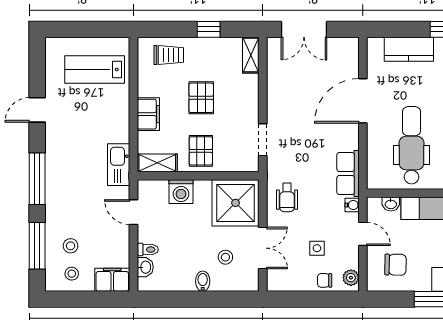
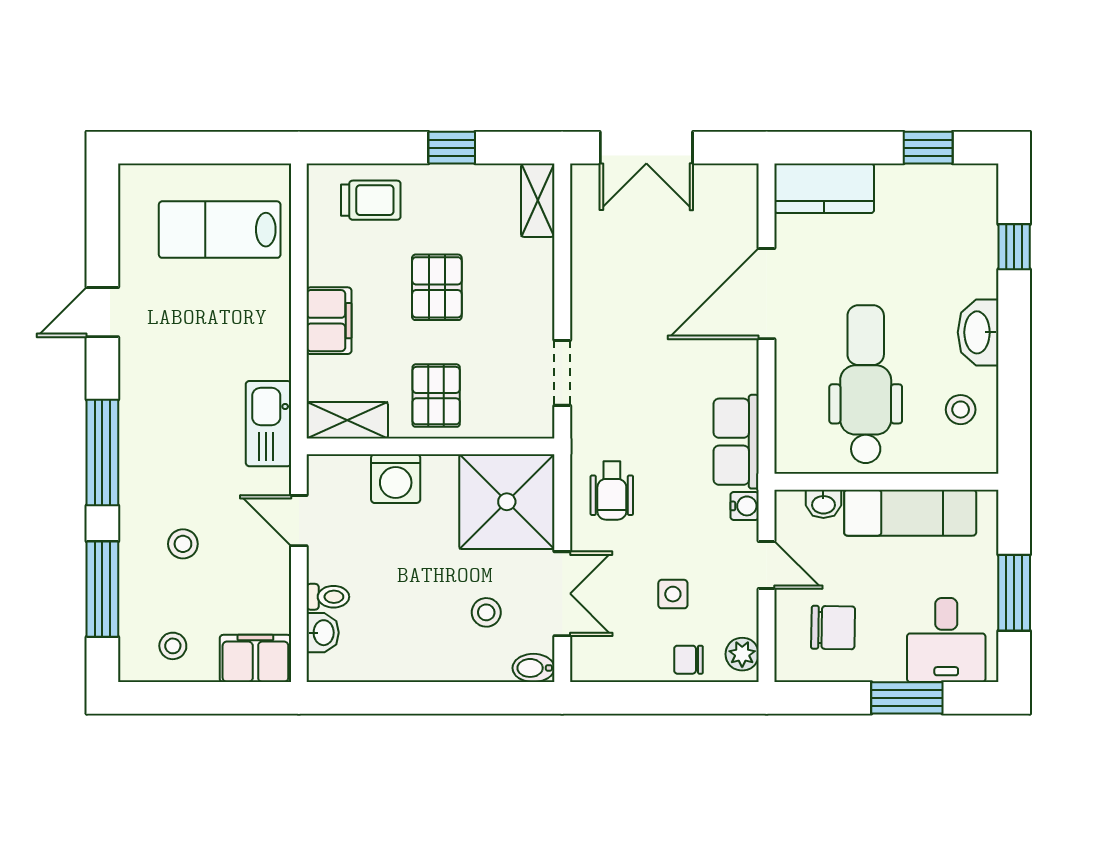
kitchen counter: (409, 49) -> (824, 188), moved
stool: (71, 246) -> (183, 544), moved
bidet: (203, 281) -> (533, 668), moved, turned -90

